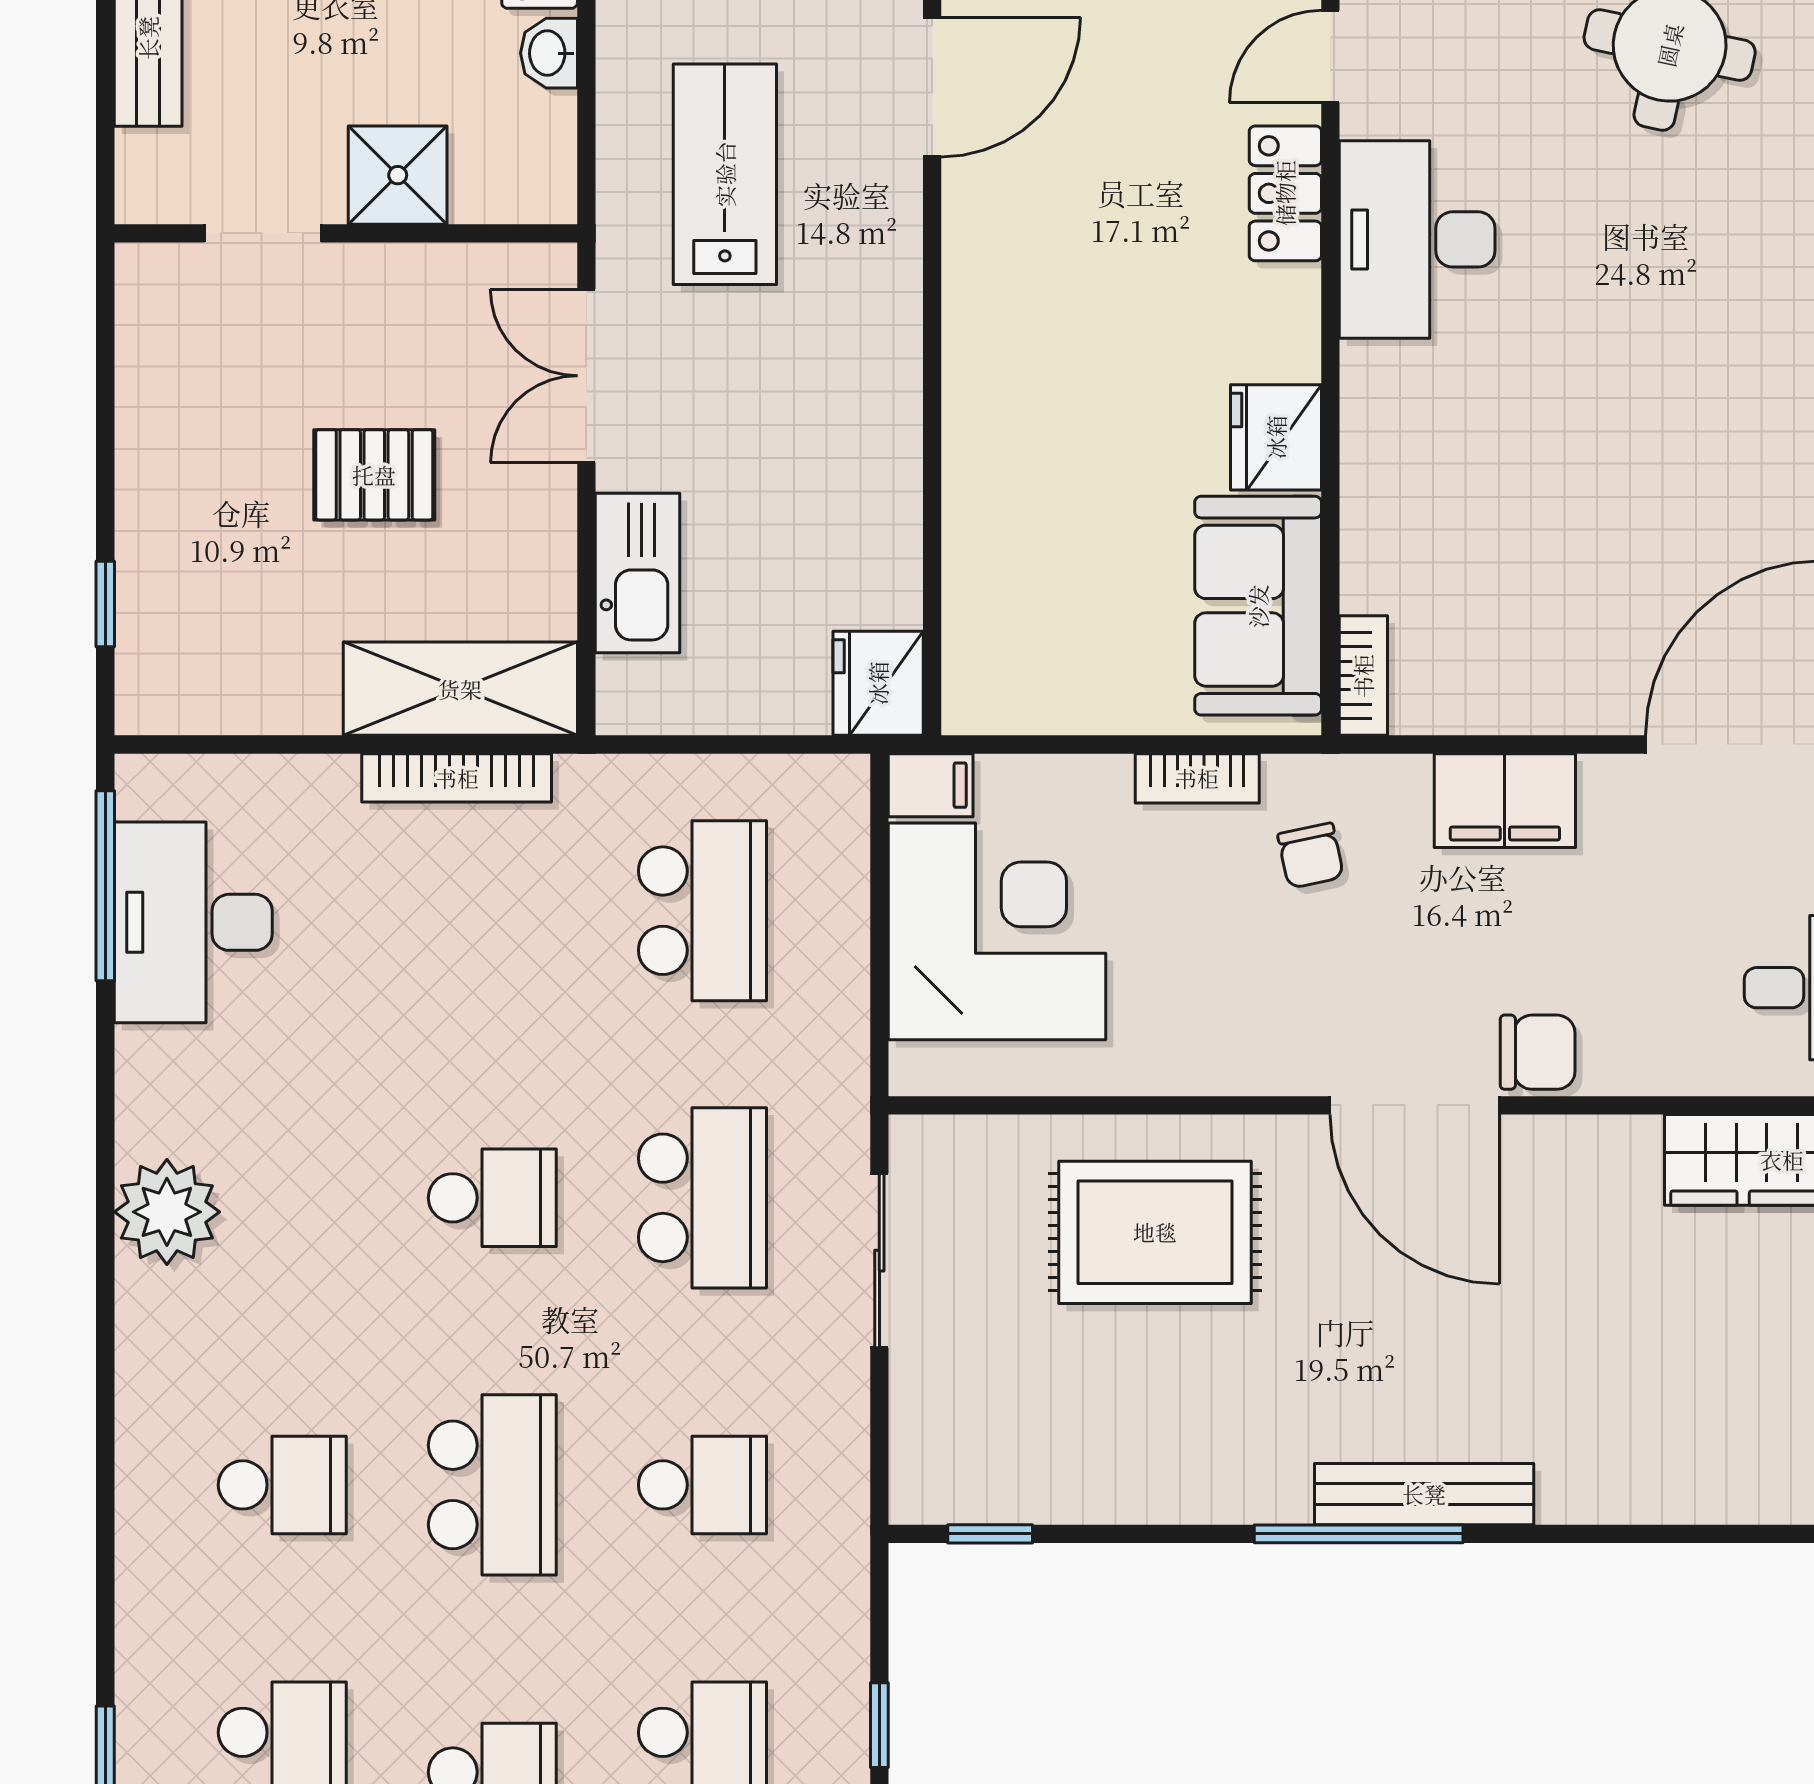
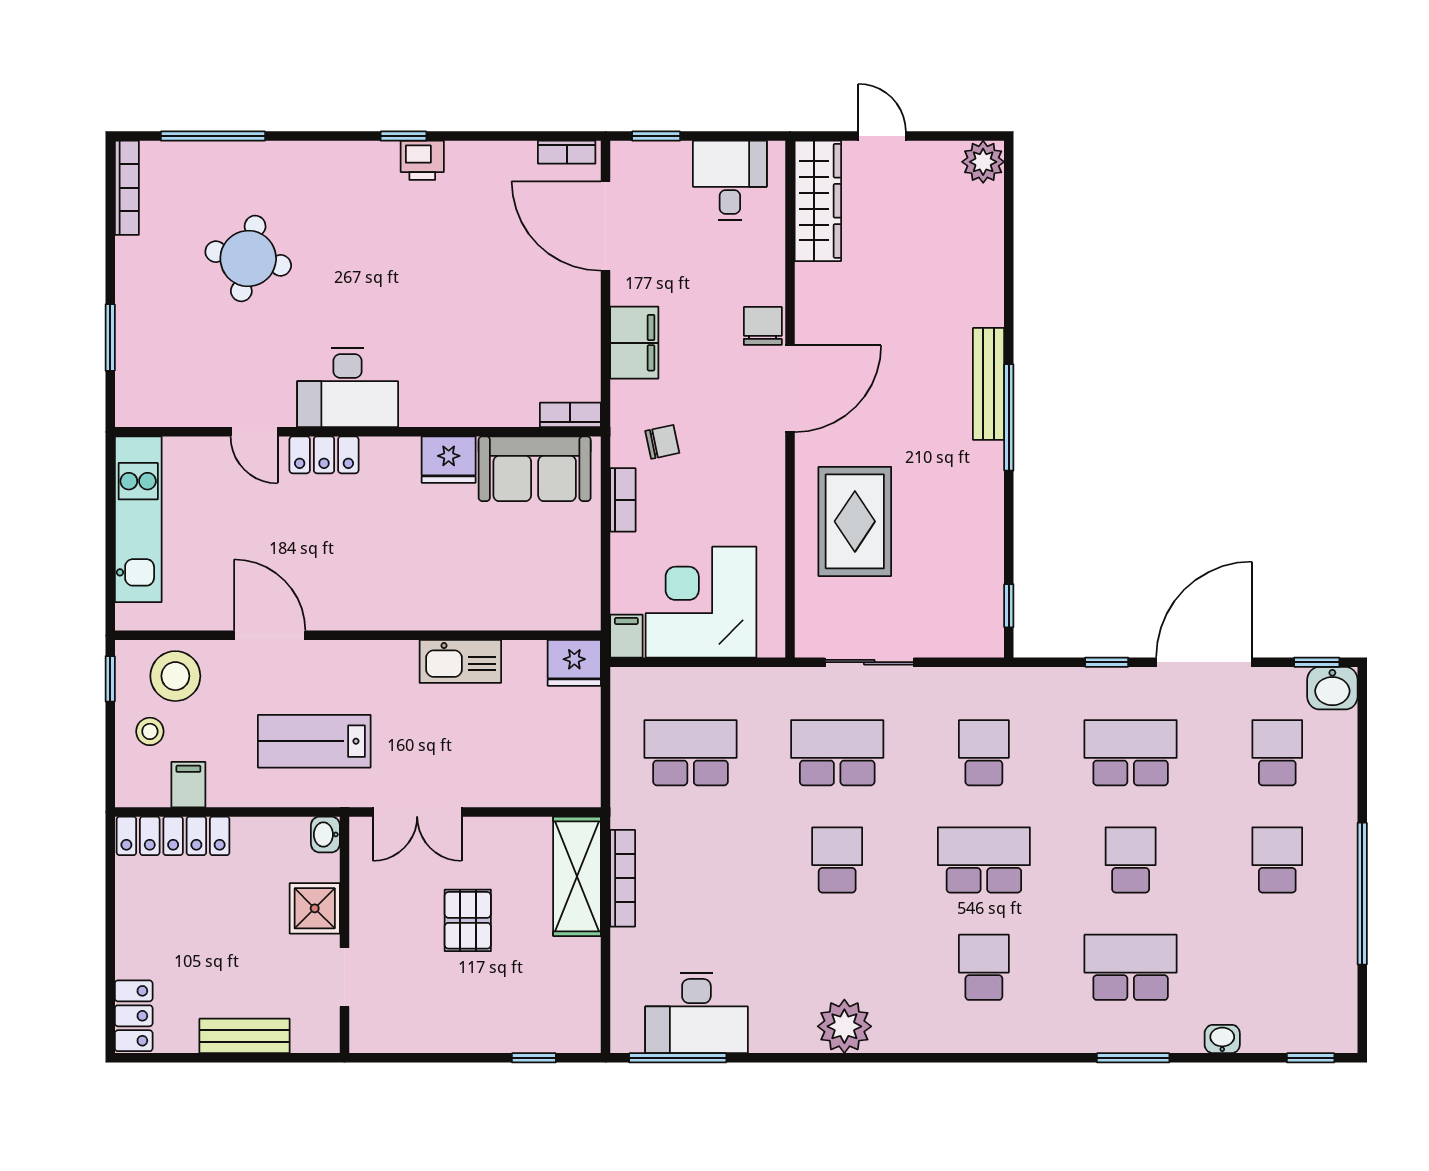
washbasin: (549, 53) -> (325, 834), moved, turned 90
kitchen sink: (637, 573) -> (460, 661), moved, turned 180

